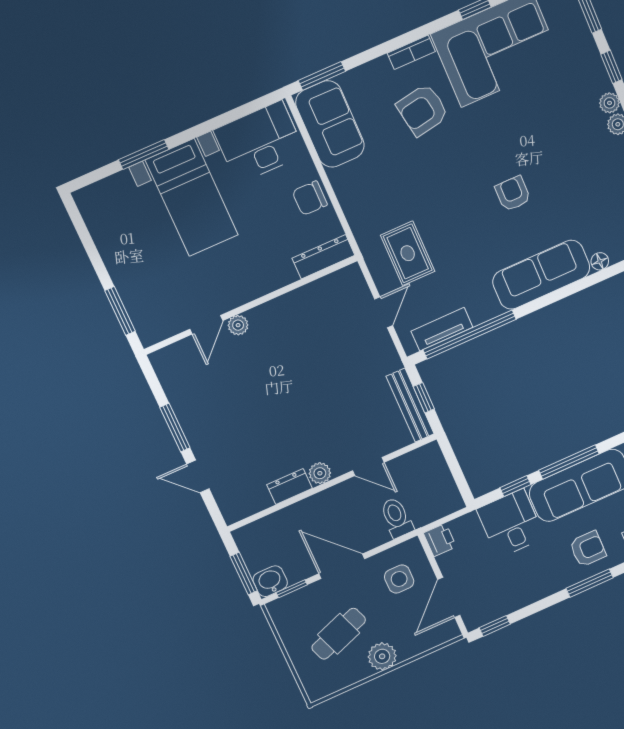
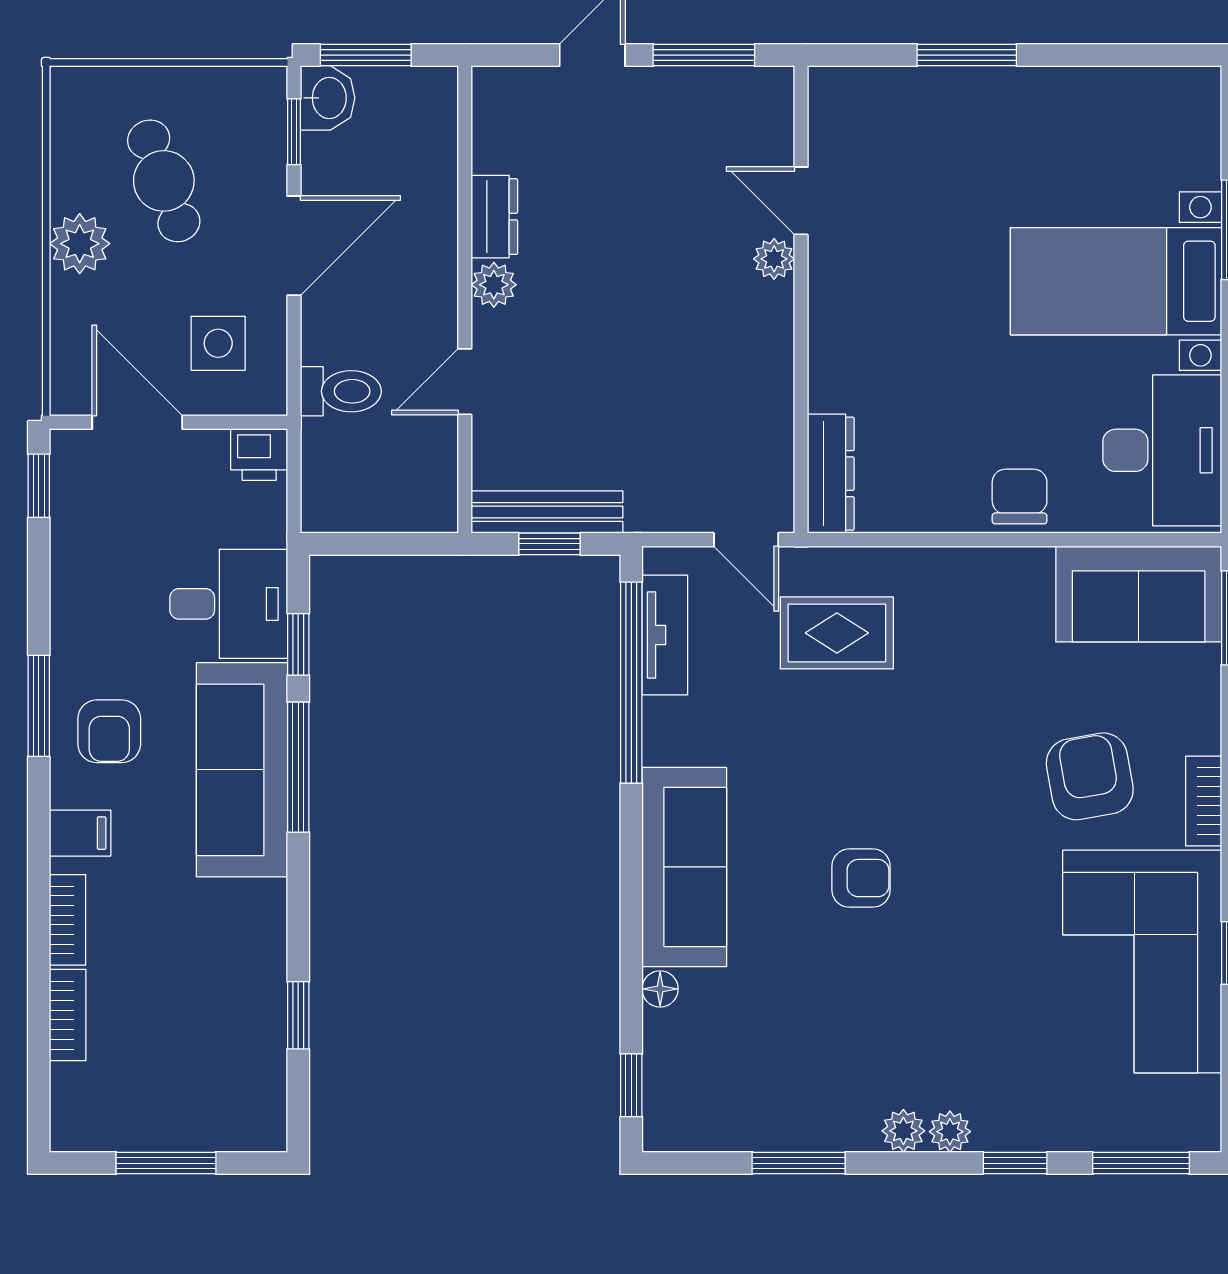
dresser: (323, 257) -> (831, 474), moved
wall: (251, 305) -> (801, 299), moved
door: (206, 325) -> (801, 201), moved
plant: (238, 325) -> (774, 259), moved

